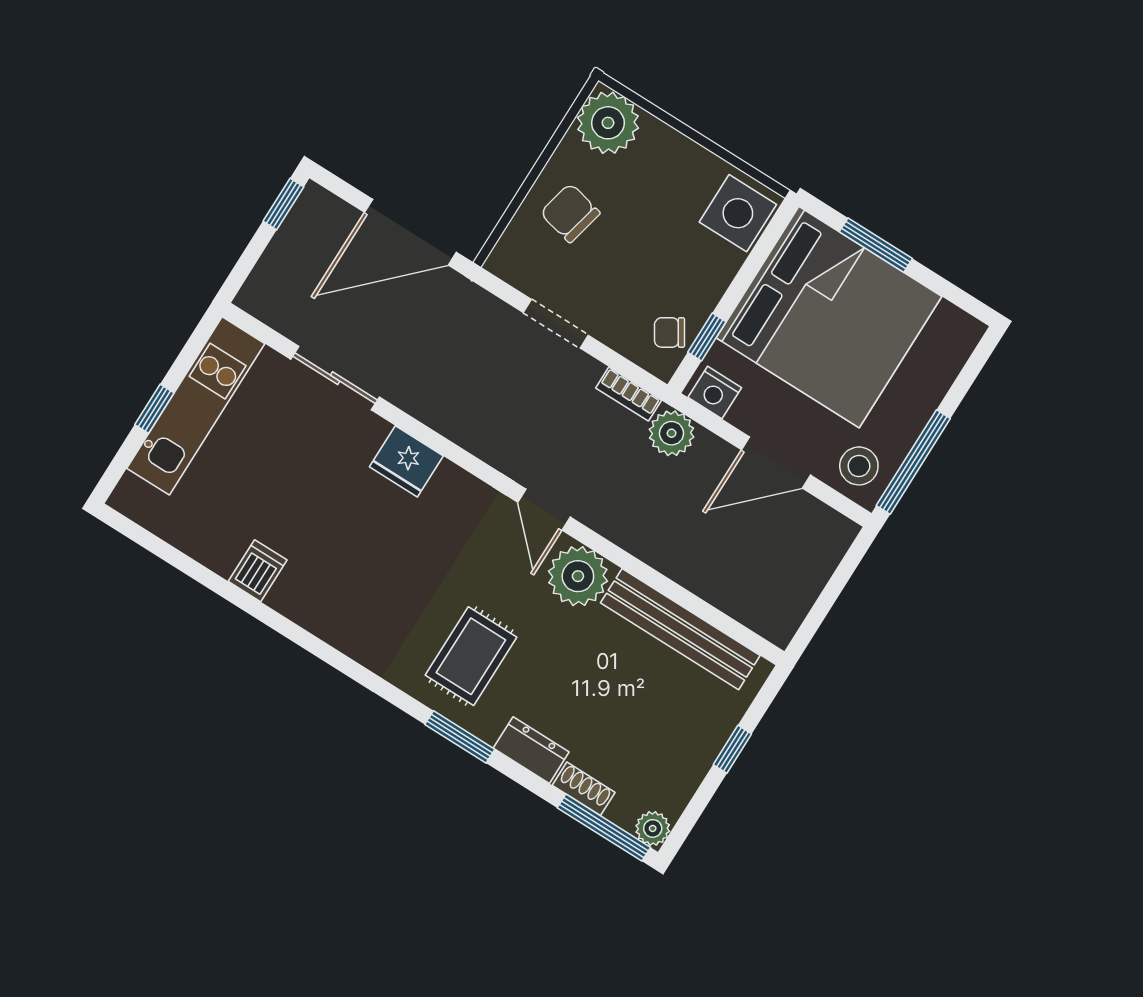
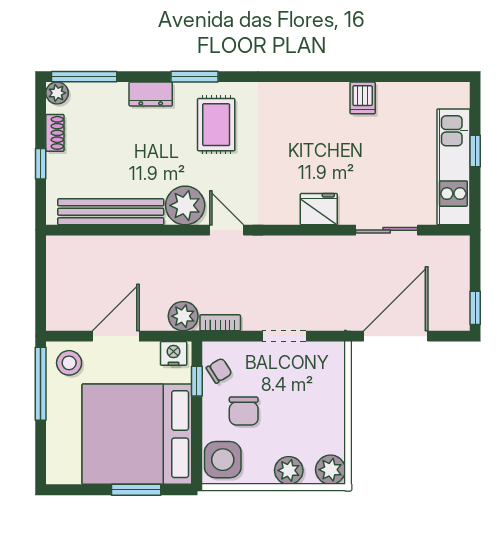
plant: (608, 123) -> (331, 470), width x0.73, depth x0.73
plant: (660, 145) -> (289, 470), added
chair: (570, 213) -> (244, 411), moved, turned 77
shoe rack: (584, 789) -> (55, 133), moved, turned -90

